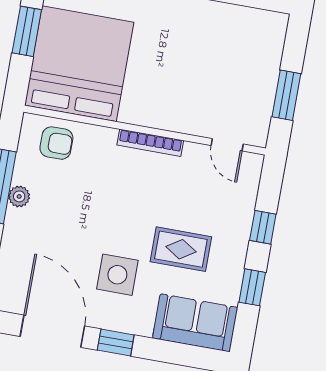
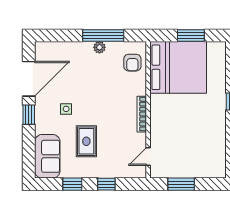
side table: (117, 275) -> (66, 109), width x0.54, depth x0.54

